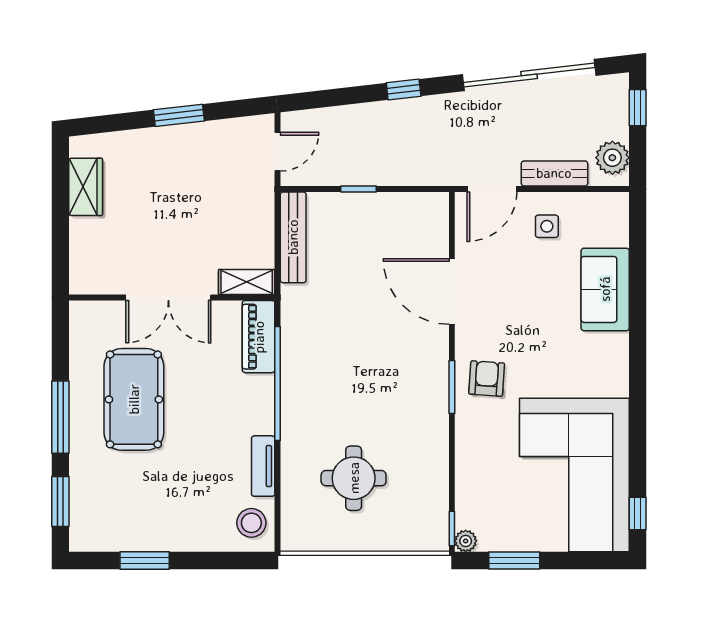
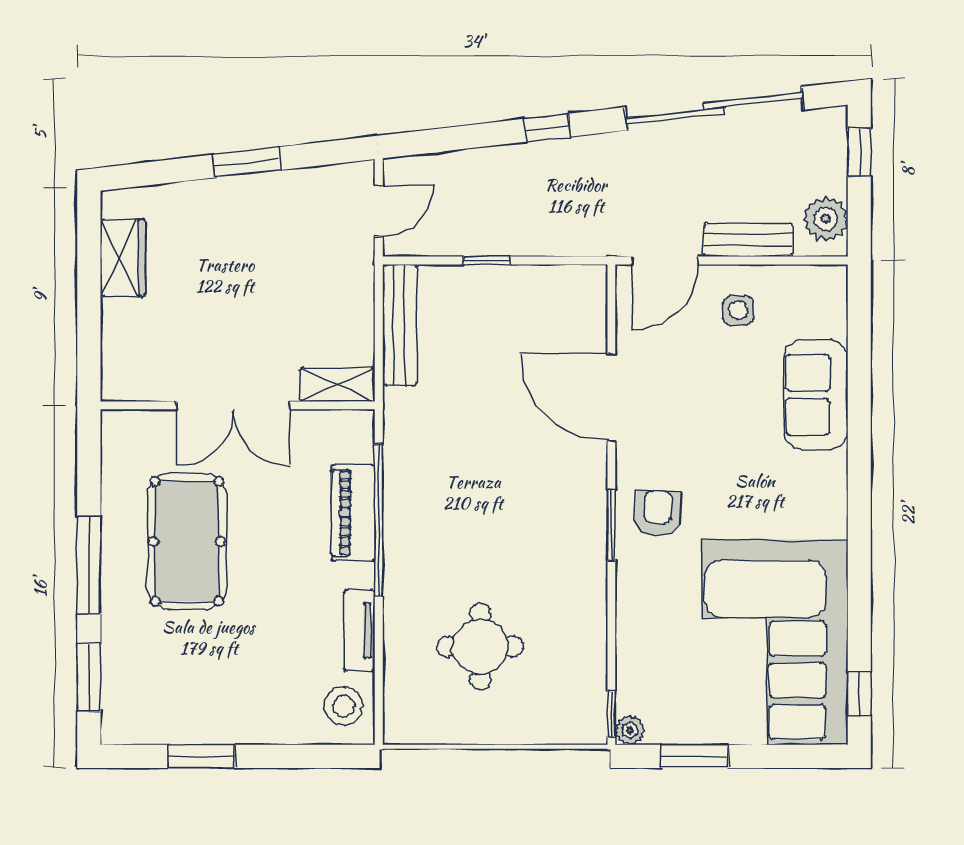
piano: (259, 337) -> (353, 513), moved

